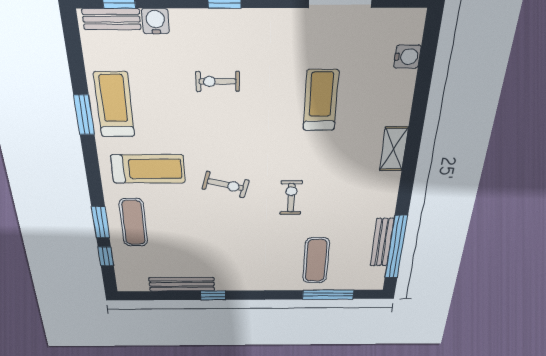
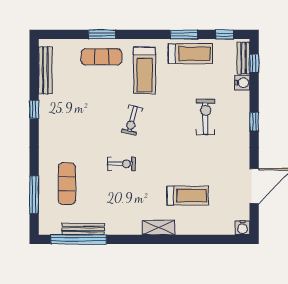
water cooler: (407, 57) -> (242, 228), moved
exercise bike: (218, 81) -> (206, 117), width x1.38, depth x1.39
treadmill: (321, 100) -> (188, 196), moved
window: (106, 256) -> (225, 34), moved
exercise mat: (316, 261) -> (67, 184), turned 90
bench: (182, 284) -> (45, 70), moved

